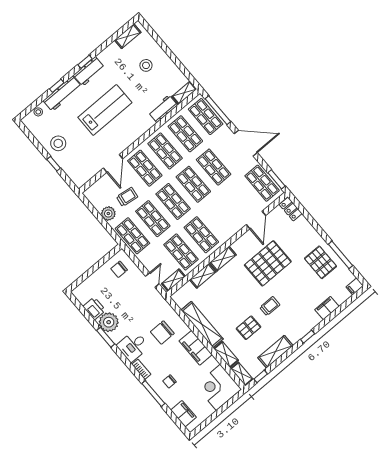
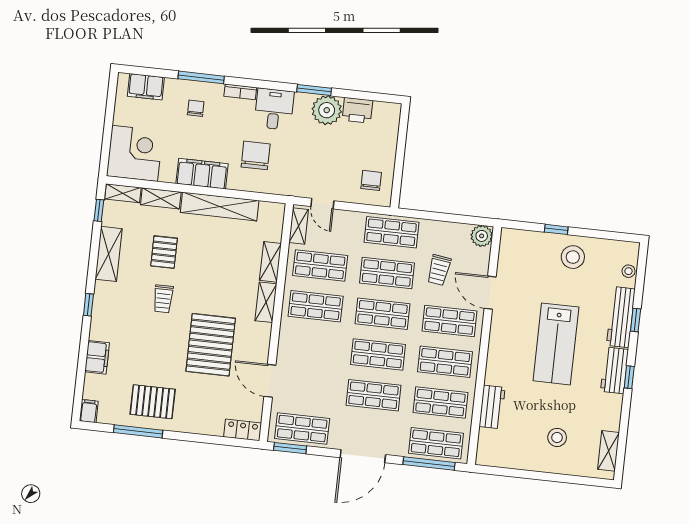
shelving: (184, 93) -> (485, 447), removed
plant: (108, 213) -> (482, 236), moved

